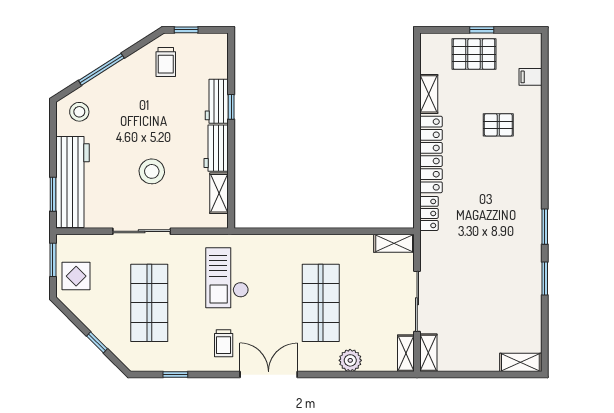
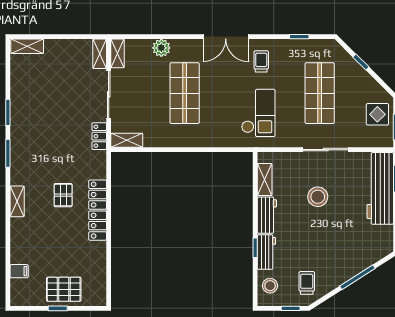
shelving: (429, 94) -> (17, 201), moved
stool: (79, 112) -> (270, 286), moved
pallet: (498, 125) -> (63, 195), moved, turned 90
locker: (429, 213) -> (99, 136), moved

